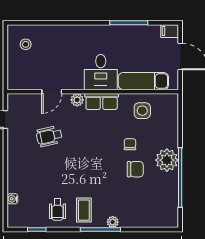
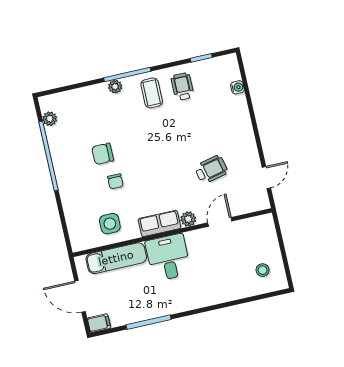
plant: (167, 160) -> (50, 119), moved, width x0.53, depth x0.53

